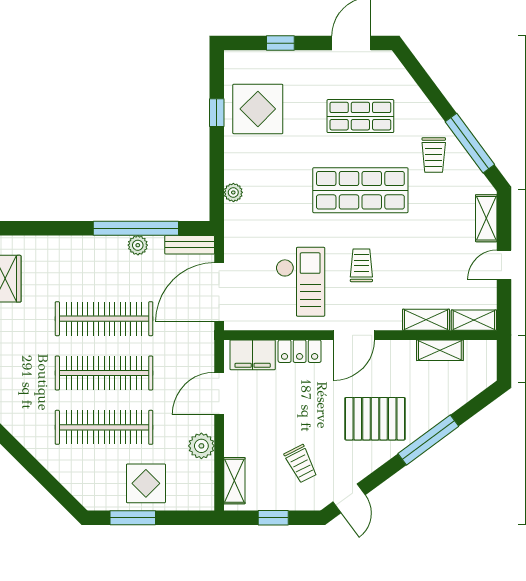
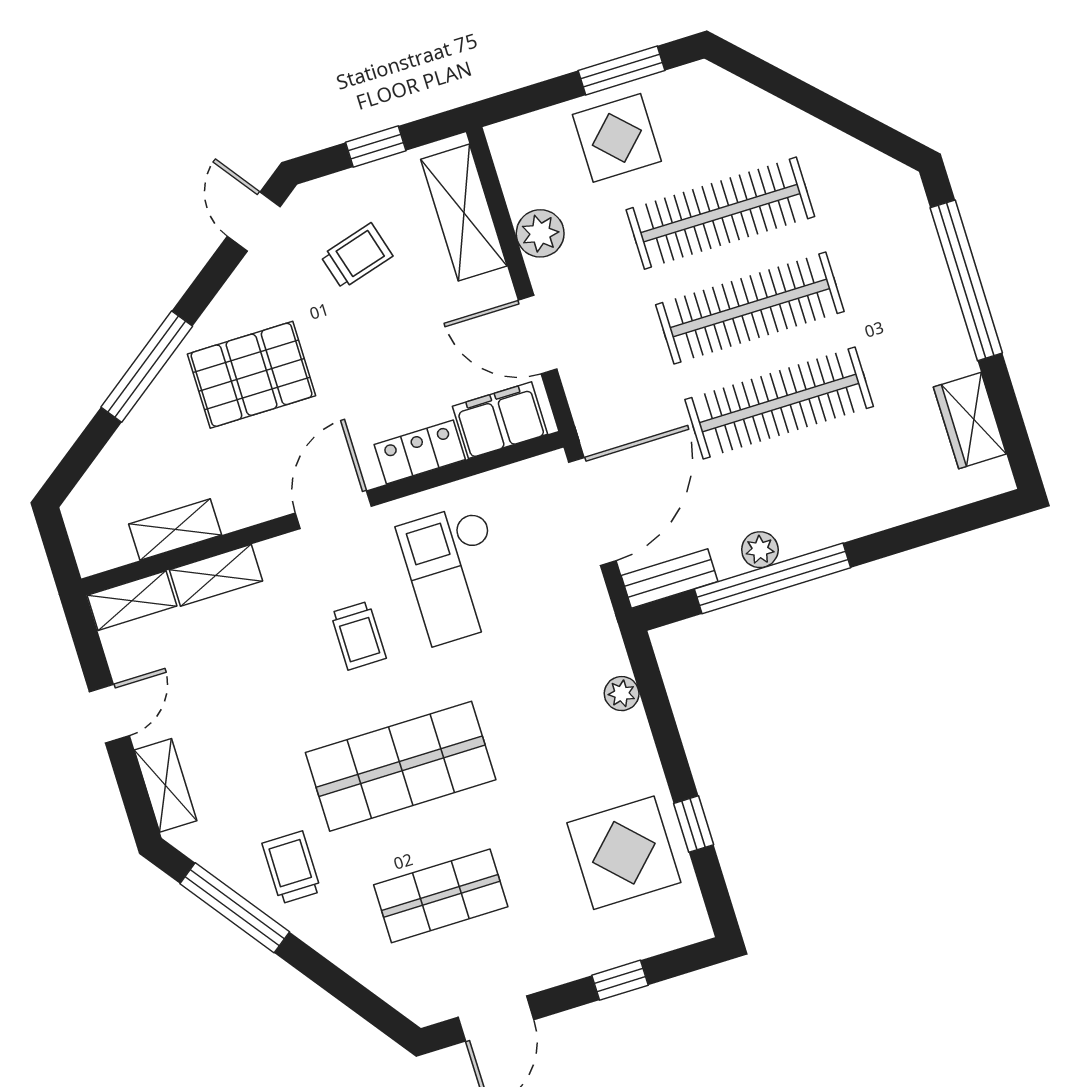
door: (219, 393) -> (538, 335), swing flipped
trolley: (301, 464) -> (357, 256), turned 101
shelving: (234, 481) -> (464, 213), width x1.50, depth x1.33

